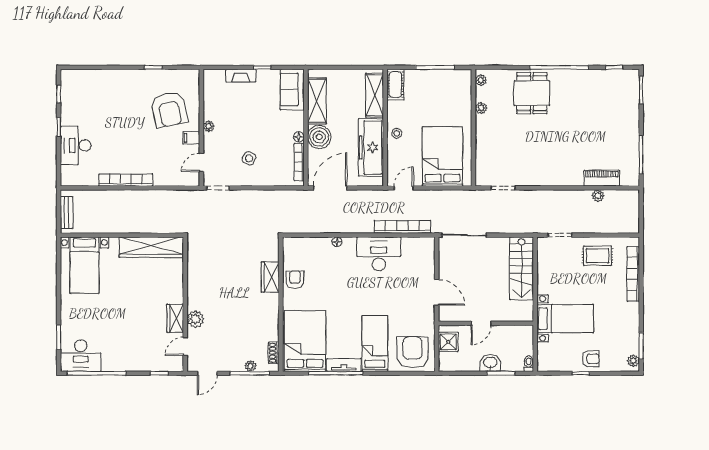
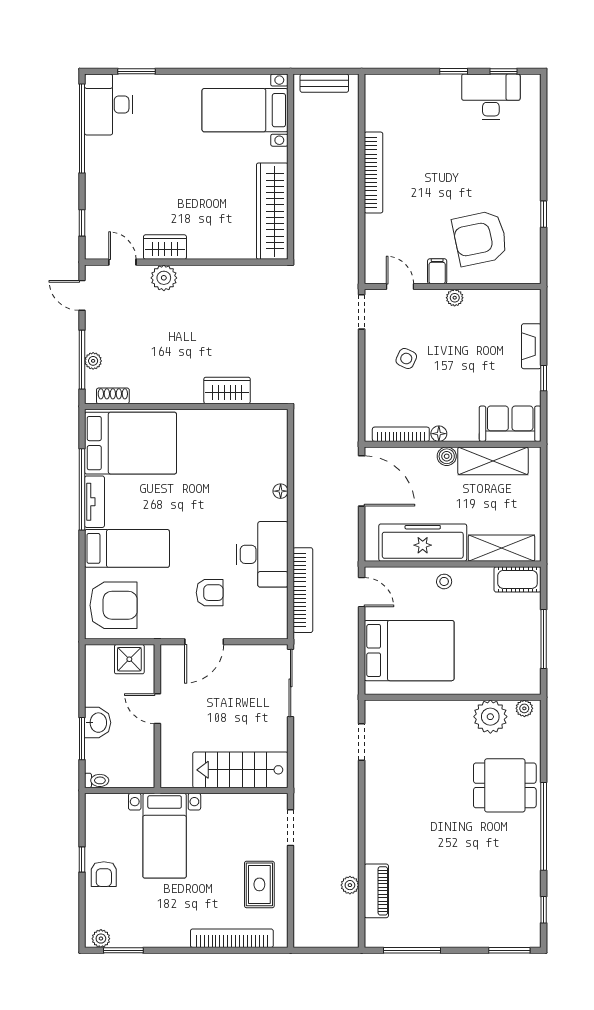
plant: (481, 108) -> (490, 717), width x1.88, depth x1.88
boiler: (319, 137) -> (447, 456), width x0.54, depth x0.54
desk: (76, 145) -> (491, 97), moved
armchair: (295, 280) -> (210, 593), moved

